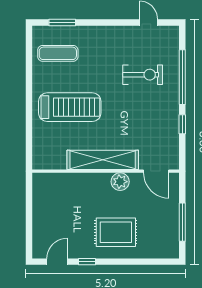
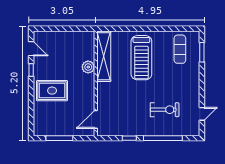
exercise bike: (143, 75) -> (165, 110), turned -90
shelving: (103, 160) -> (104, 56), moved
plant: (120, 182) -> (88, 67), moved
rug: (116, 232) -> (52, 91), turned 90

